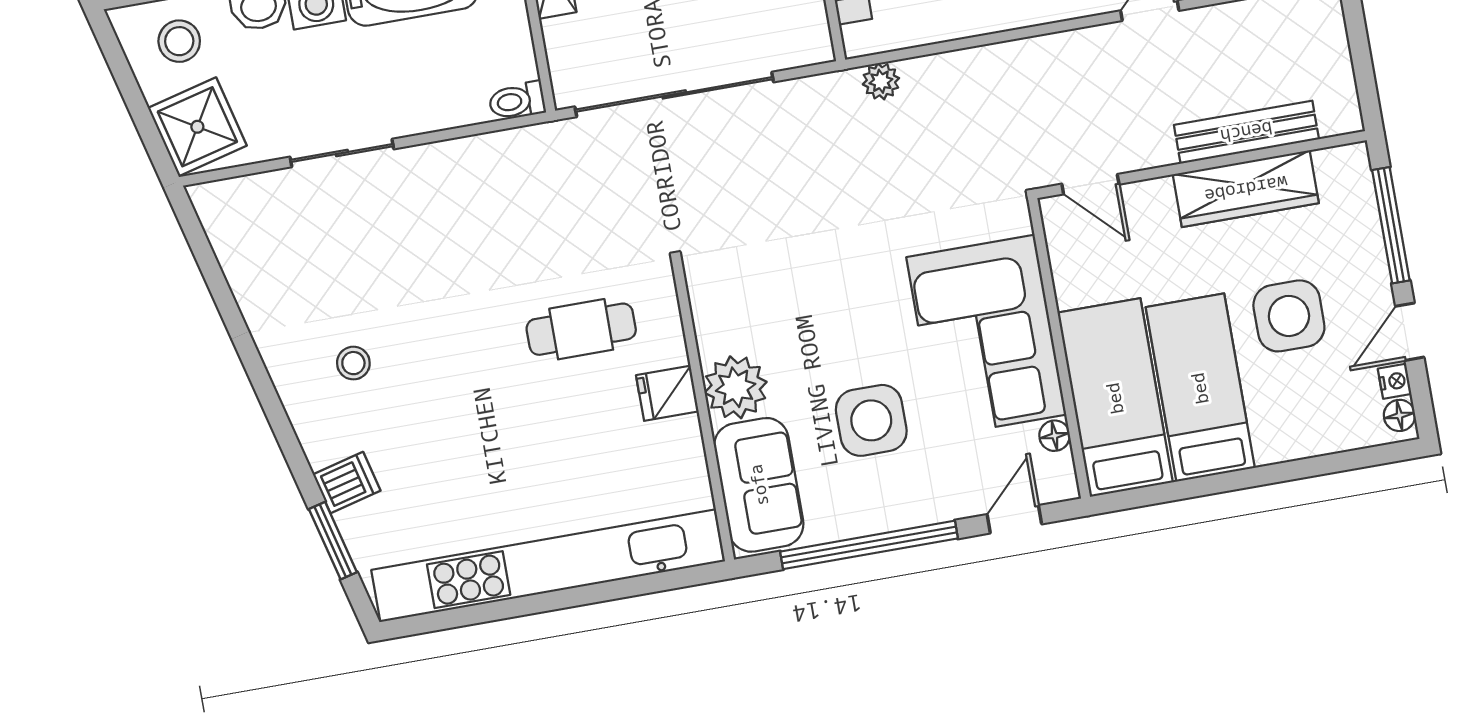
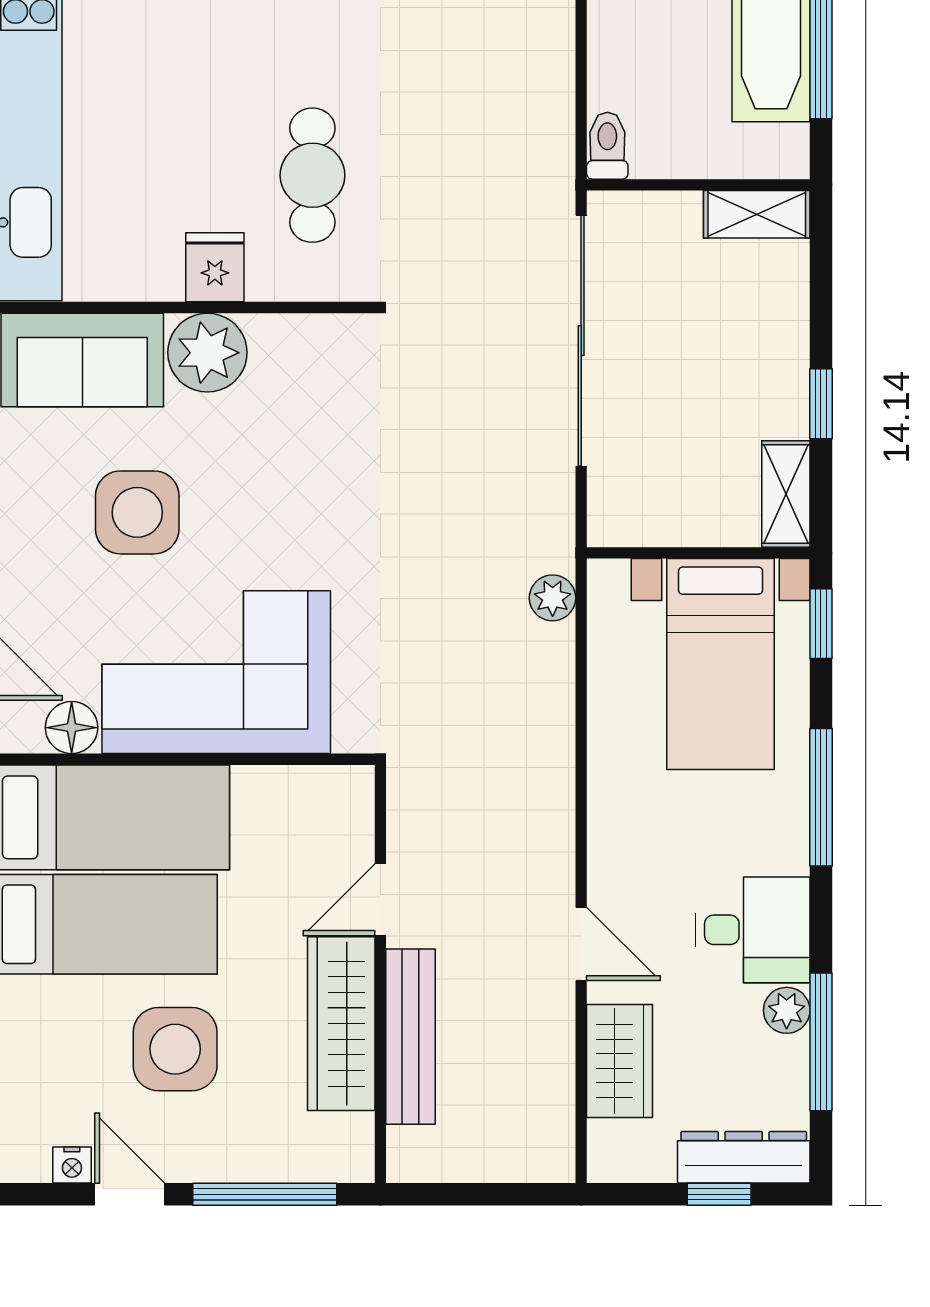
door: (1090, 184) -> (380, 900), moved
floor lamp: (1399, 415) -> (29, 1163), removed
floor lamp: (1055, 436) -> (72, 728), width x1.37, depth x1.37

